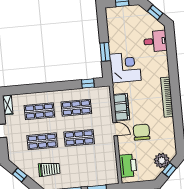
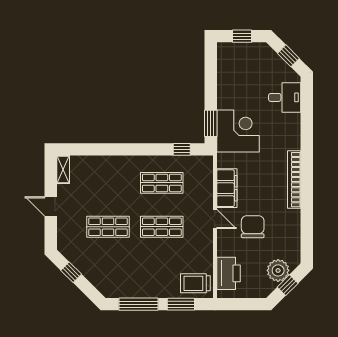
window: (105, 52) -> (211, 123), moved
shop shelf: (39, 111) -> (108, 183), removed
trolley: (49, 169) -> (195, 283), moved, turned 180

